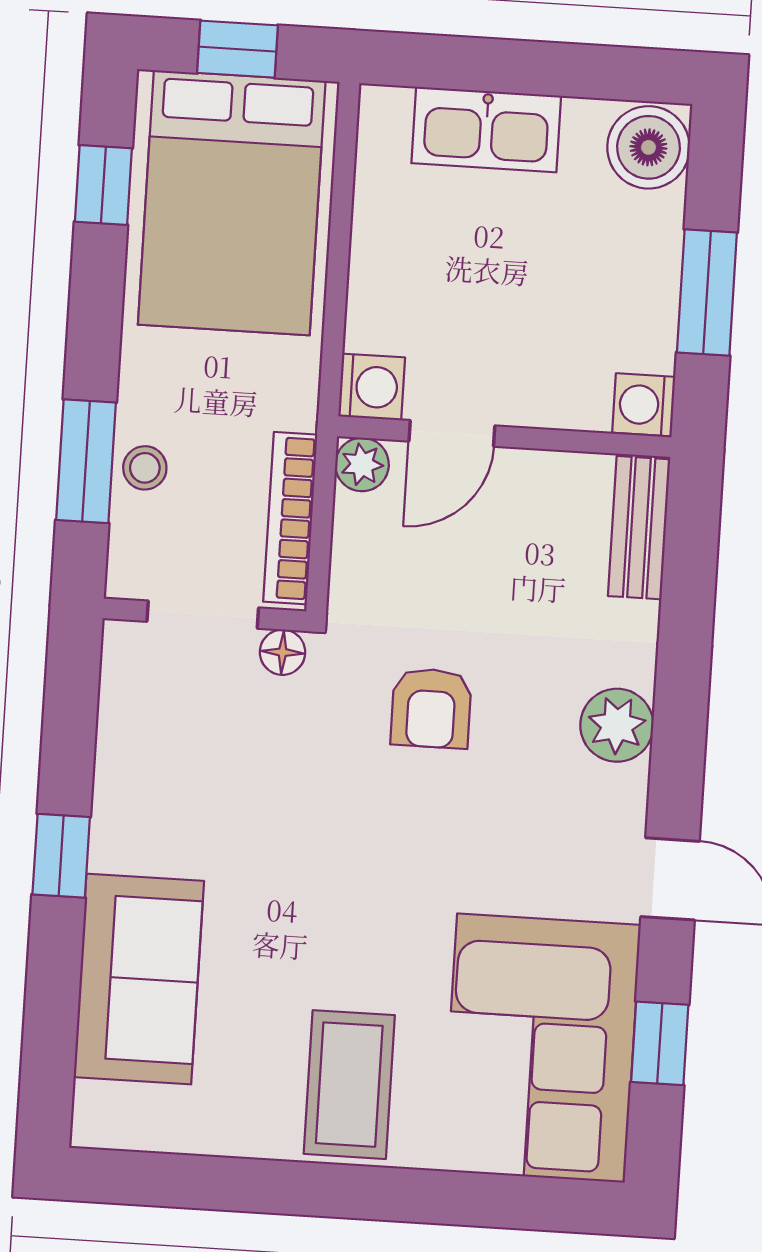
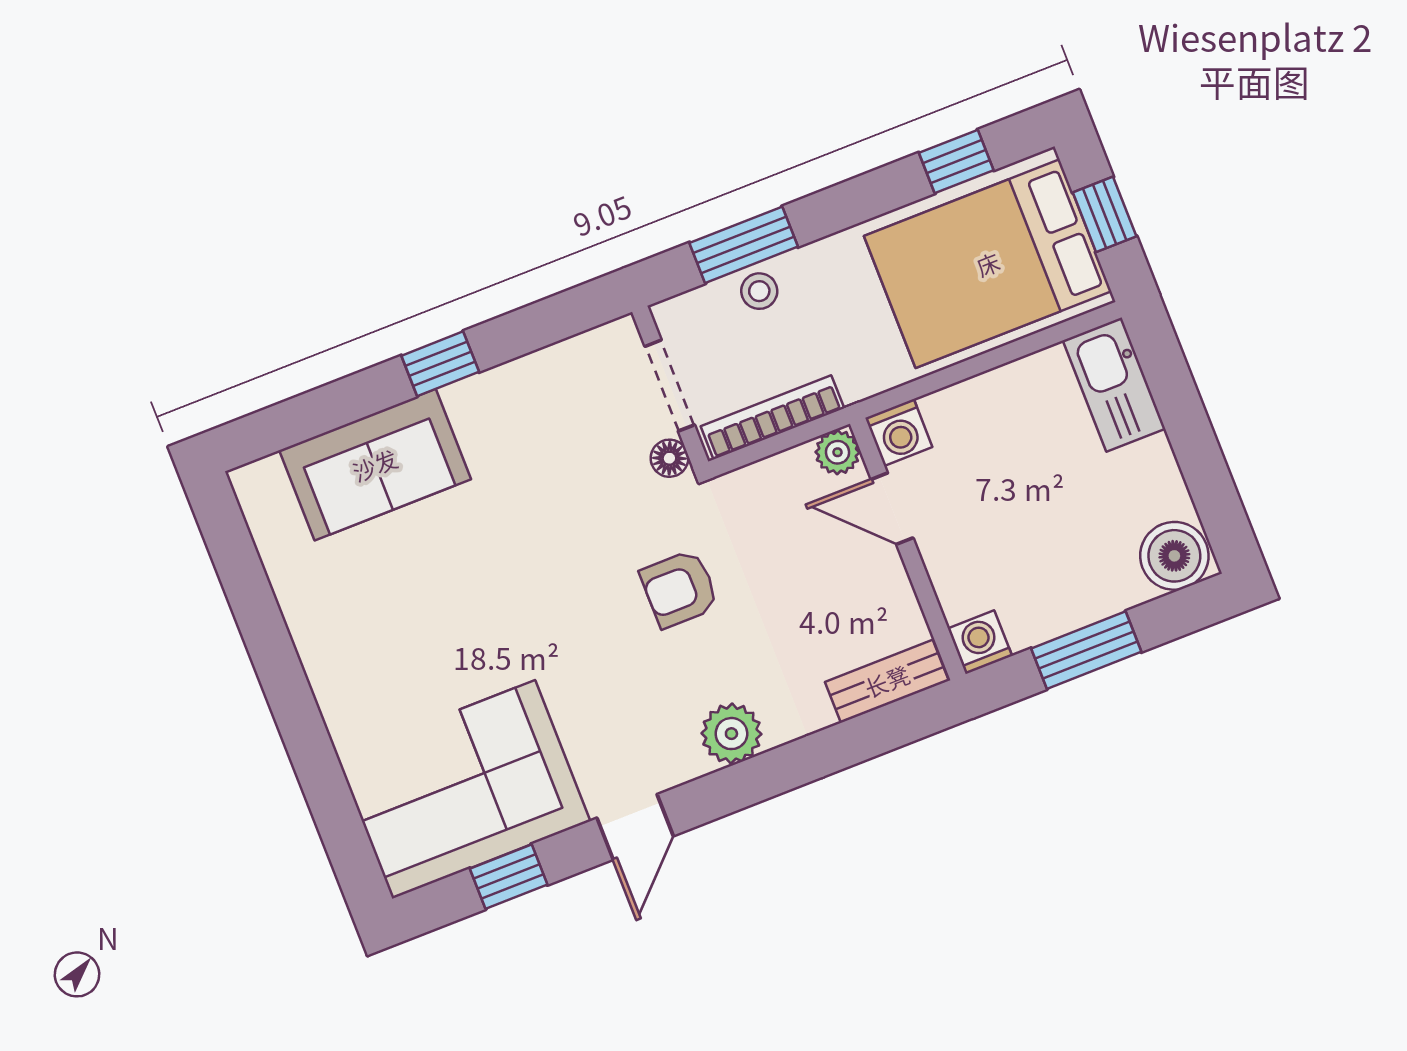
kitchen sink: (486, 129) -> (1114, 385), moved
coffee table: (349, 1085) -> (370, 659), removed

